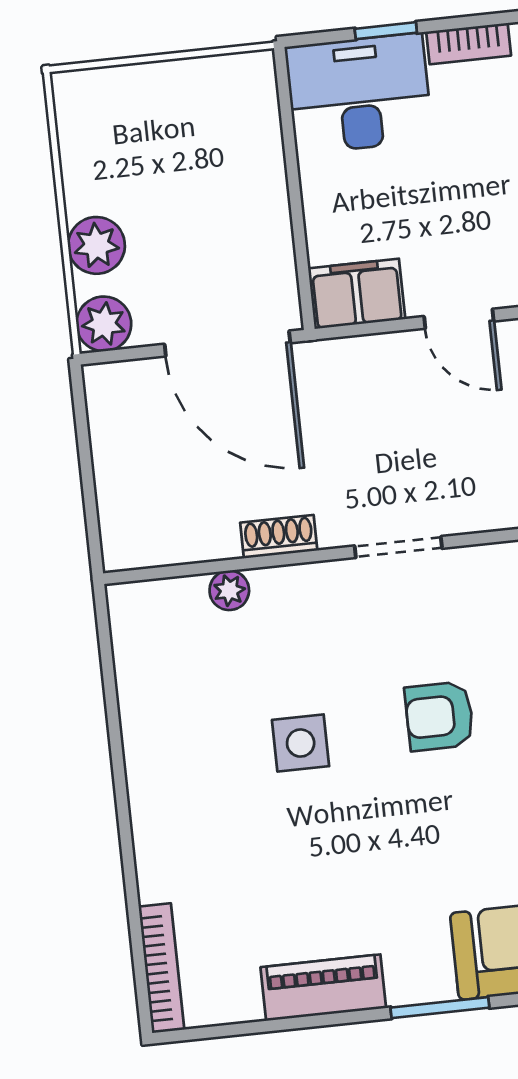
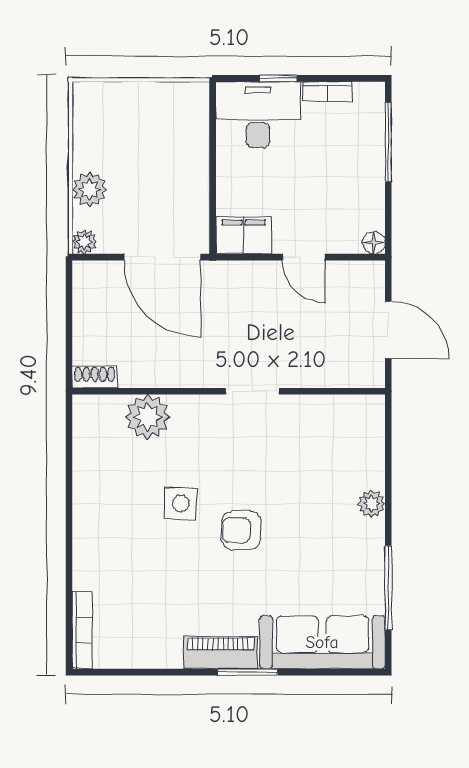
plant: (104, 324) -> (84, 242), width x0.73, depth x0.73
shoe rack: (279, 537) -> (95, 377), moved
plant: (229, 590) -> (147, 417), width x1.88, depth x1.88
armchair: (439, 716) -> (241, 530), moved
piano: (323, 988) -> (221, 653), moved

